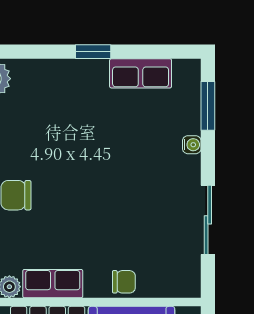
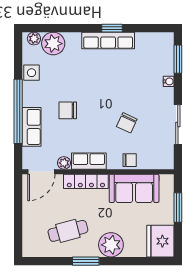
row of seats: (141, 73) -> (108, 40), moved, width x1.48
chair: (119, 217) -> (127, 123), added

